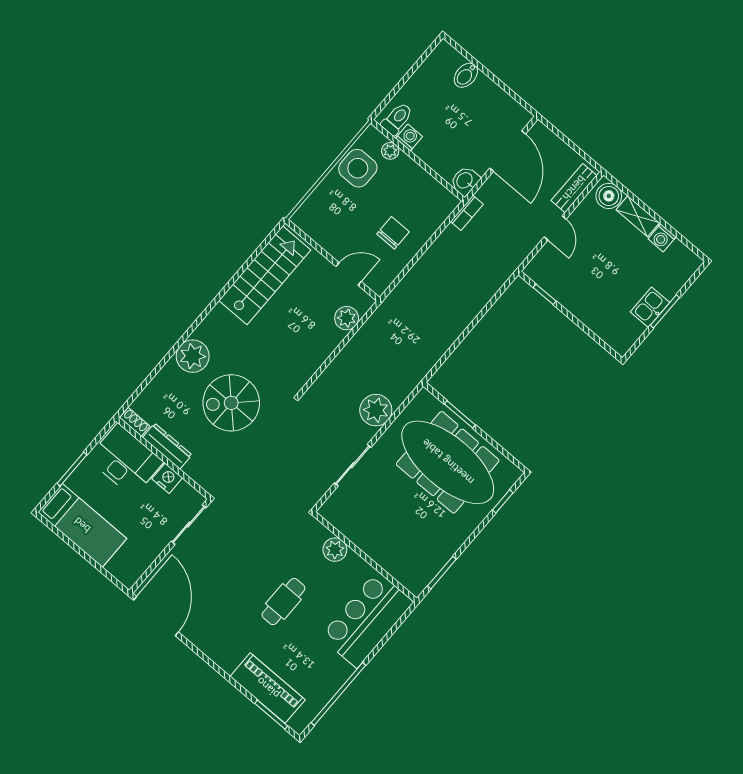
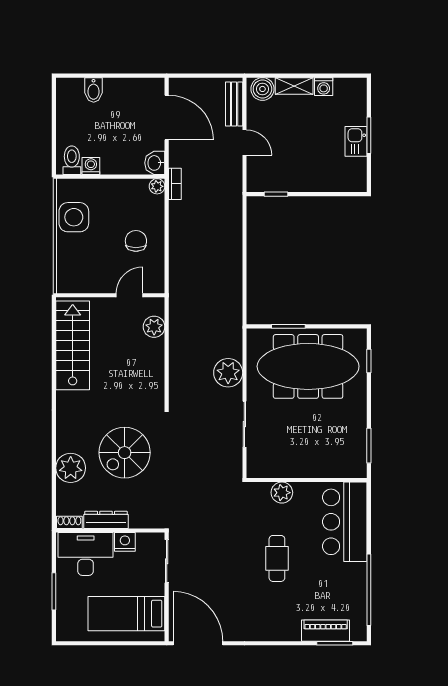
plant: (390, 151) -> (157, 186), moved
plant: (193, 356) -> (71, 468), moved
bed: (82, 525) -> (126, 614), moved, turned 180
piano: (268, 688) -> (326, 631), width x0.73, depth x0.75

